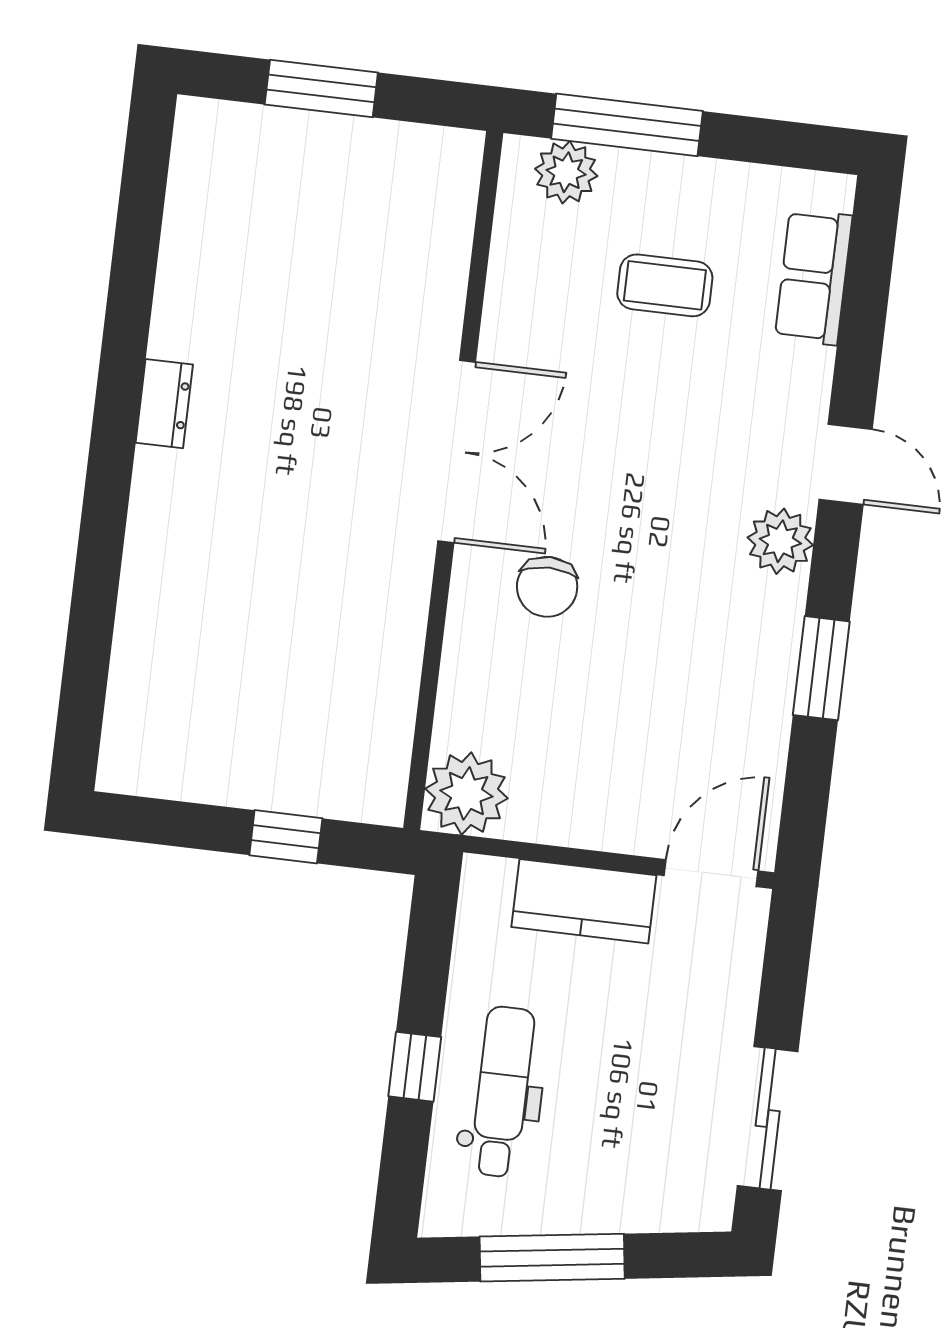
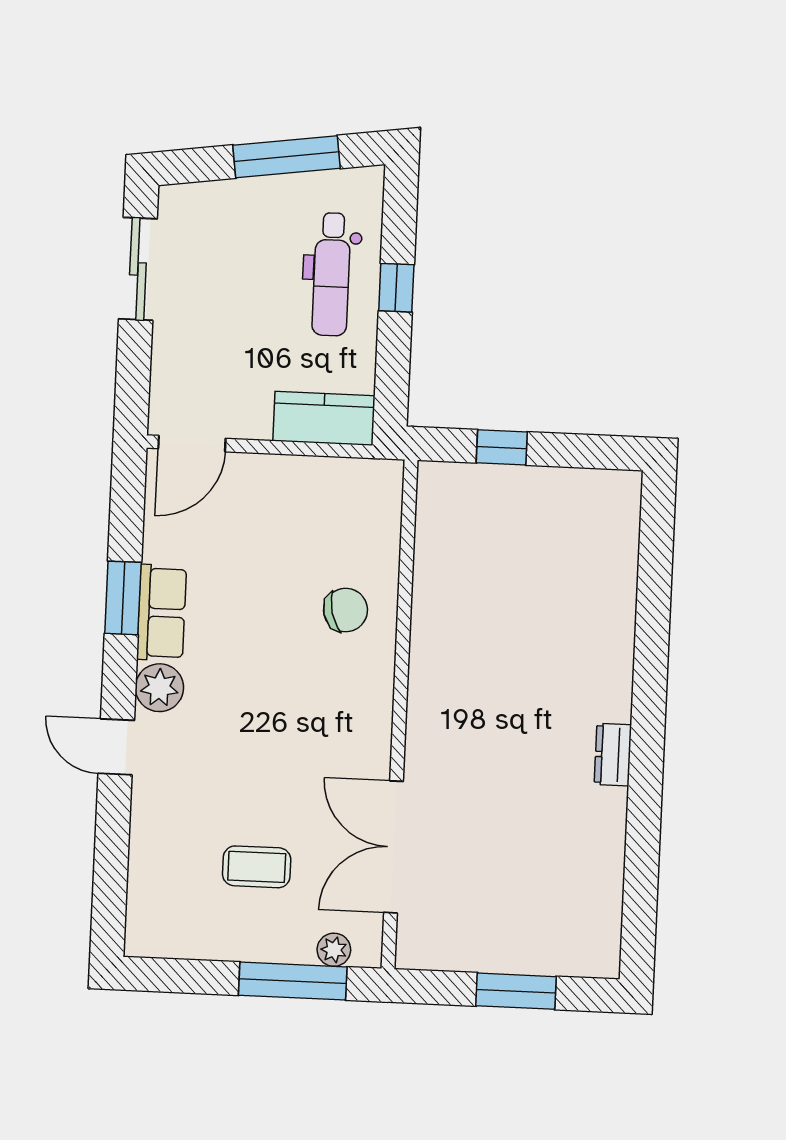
plant: (566, 172) -> (334, 950), width x0.73, depth x0.73
row of seats: (814, 277) -> (162, 613), moved
double door: (457, 451) -> (394, 847), moved
chair: (547, 587) -> (345, 610), moved, turned 76
plant: (466, 793) -> (373, 488), removed
kitchen counter: (584, 901) -> (324, 418), moved

